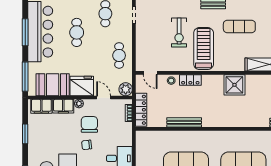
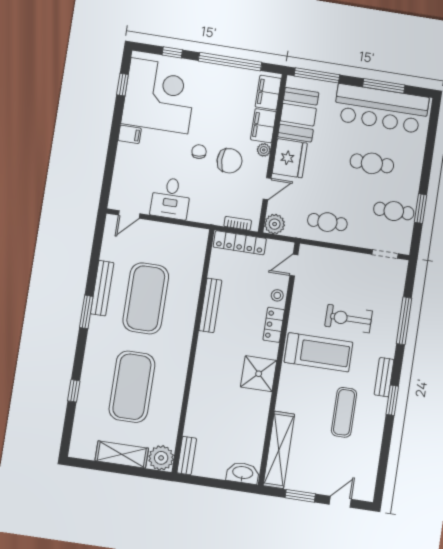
shower: (234, 85) -> (259, 374), moved
window: (25, 134) -> (230, 62), width x2.11

